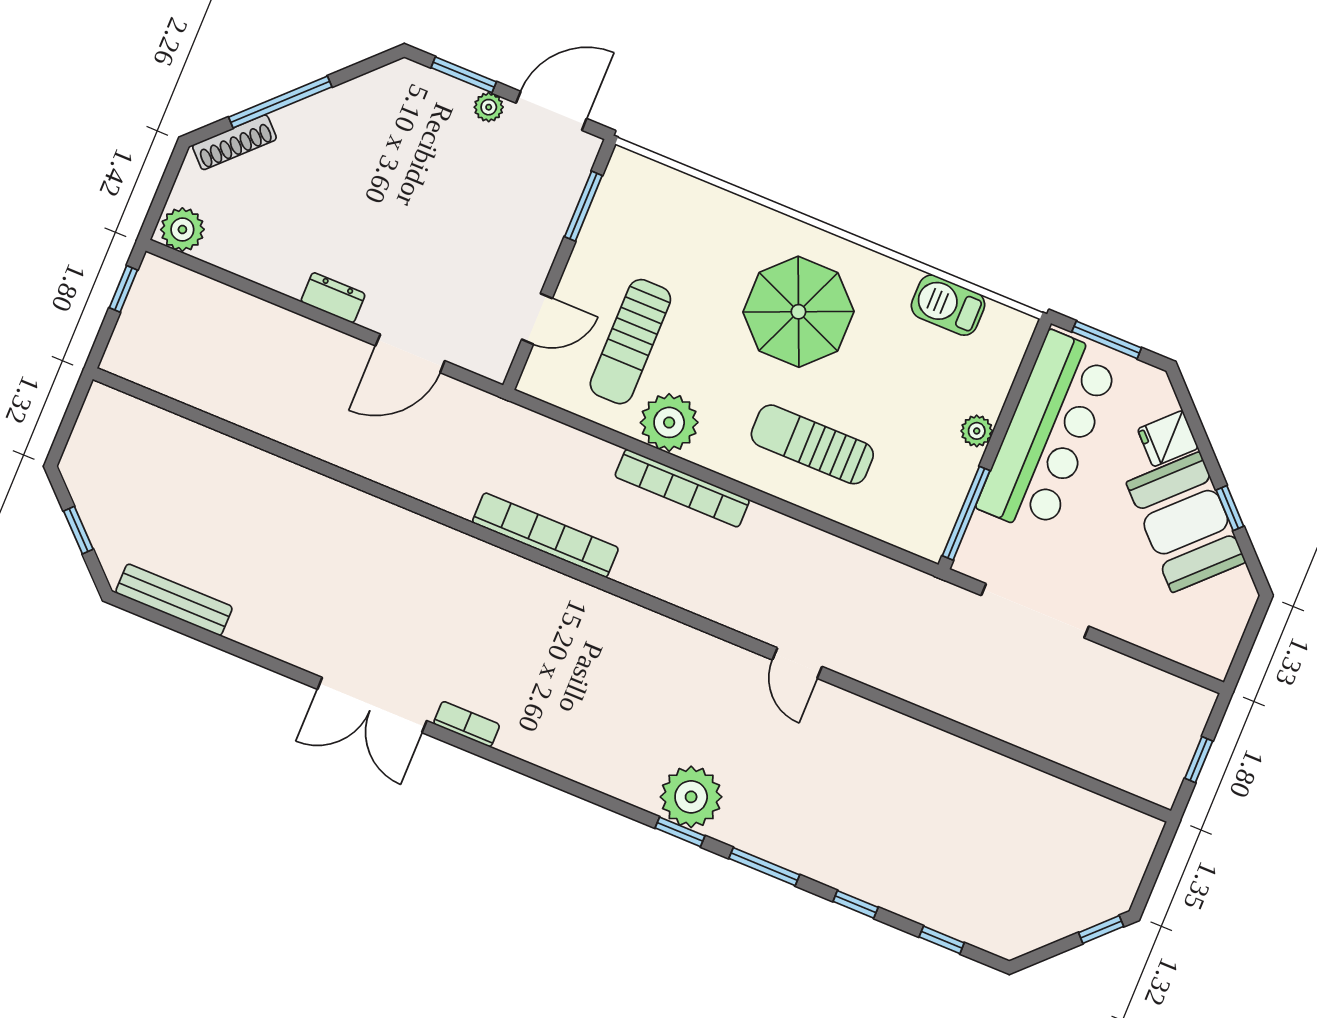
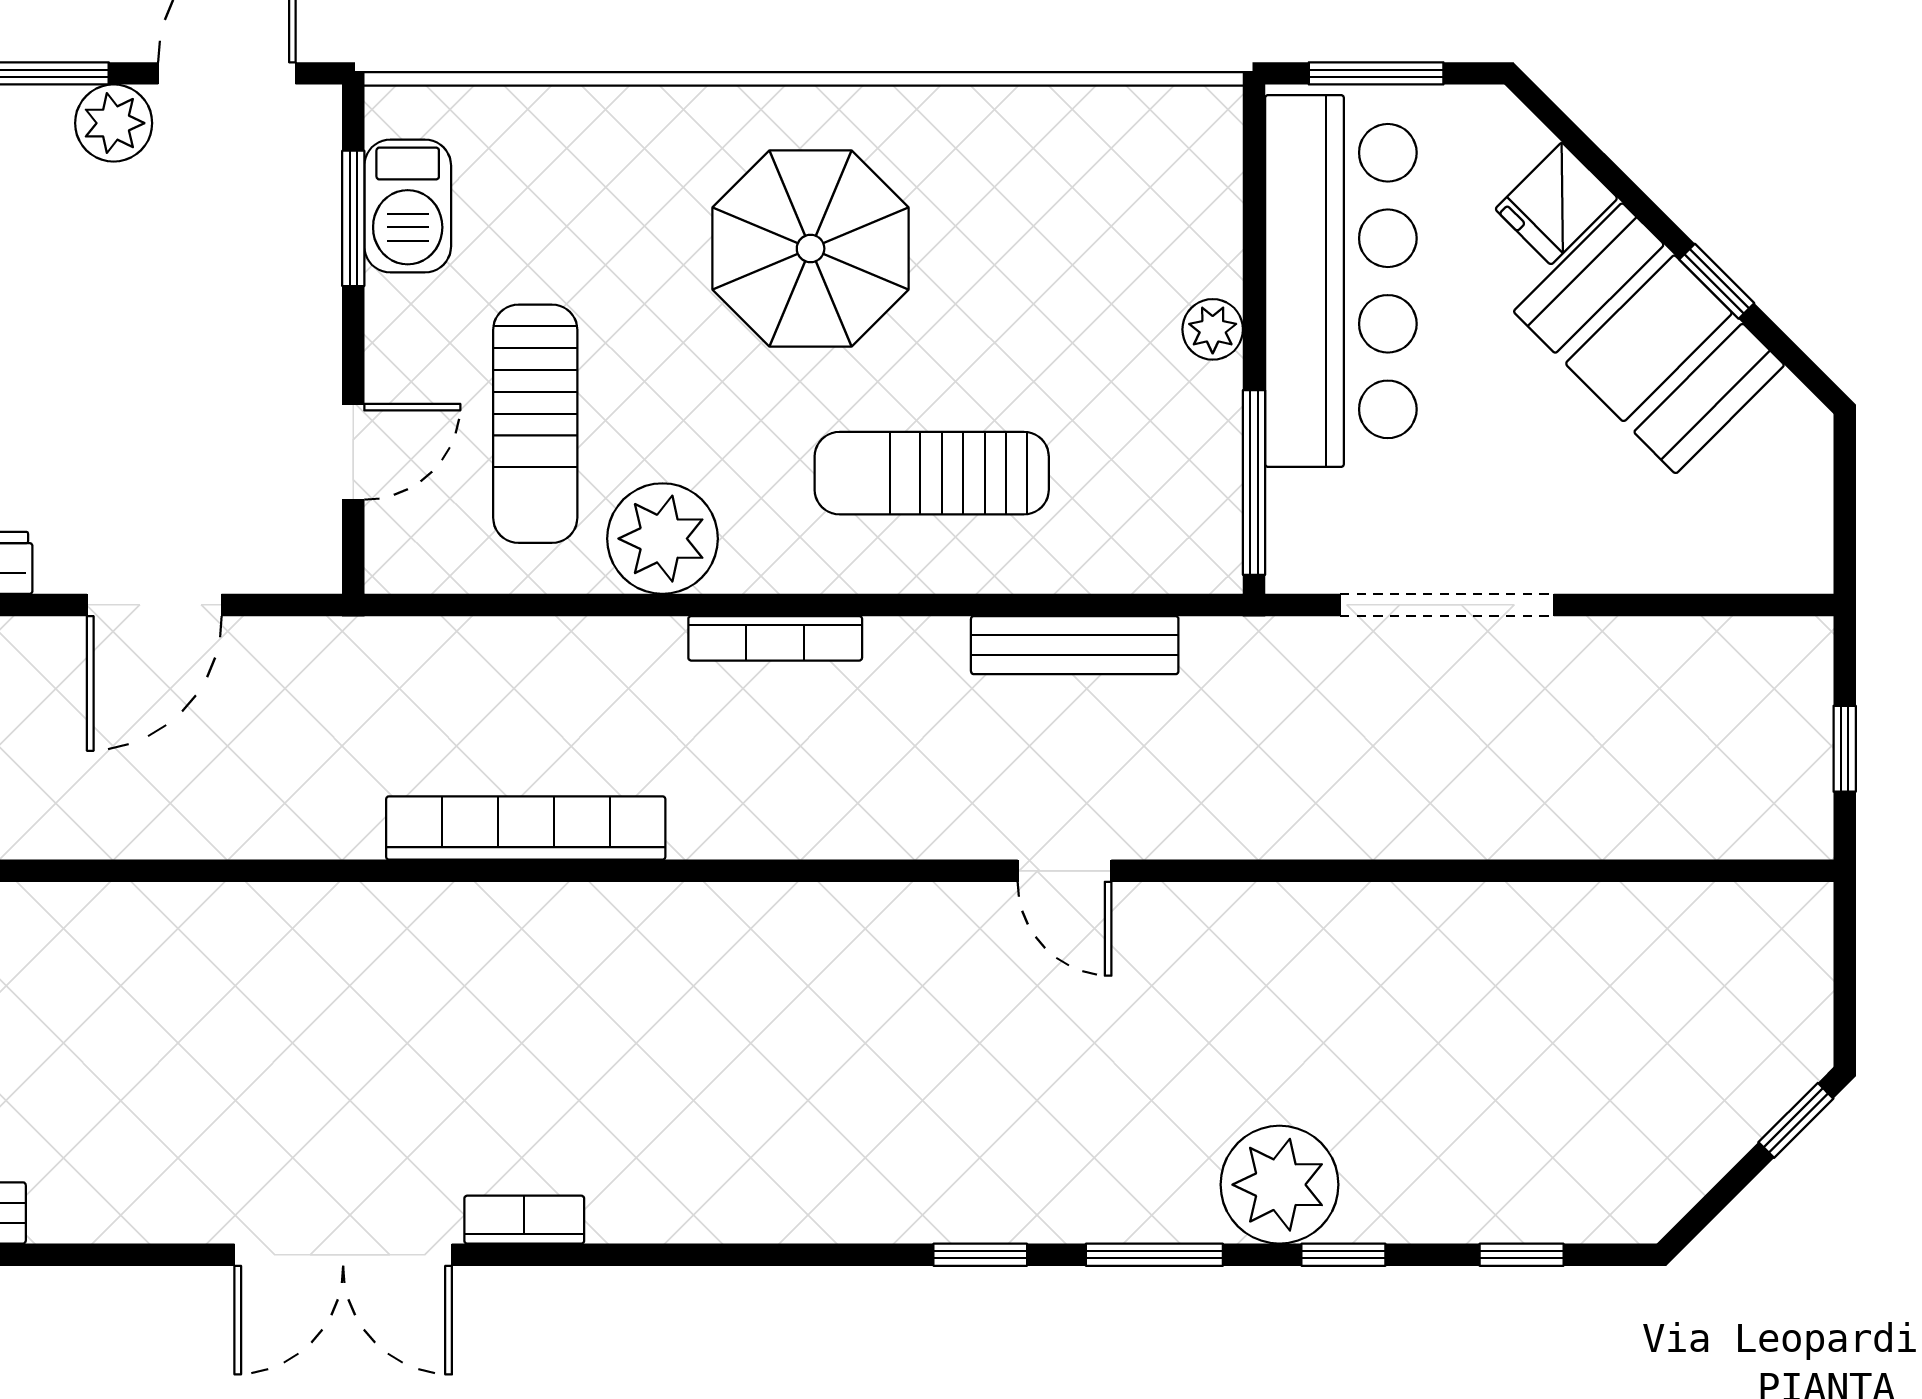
plant: (489, 107) -> (114, 123), width x1.38, depth x1.38
barbecue: (948, 305) -> (408, 206), moved, turned -90
bookcase: (682, 488) -> (775, 638), width x0.68, depth x0.76
bench: (847, 556) -> (1075, 645), added
plant: (691, 797) -> (1279, 1185), moved

